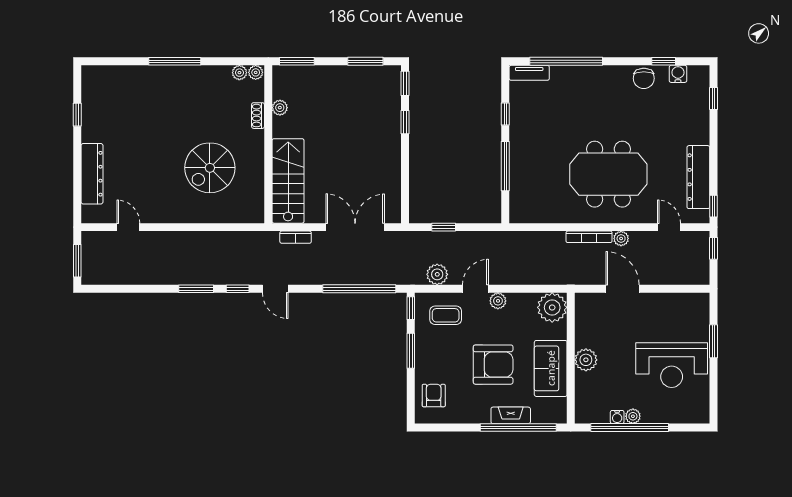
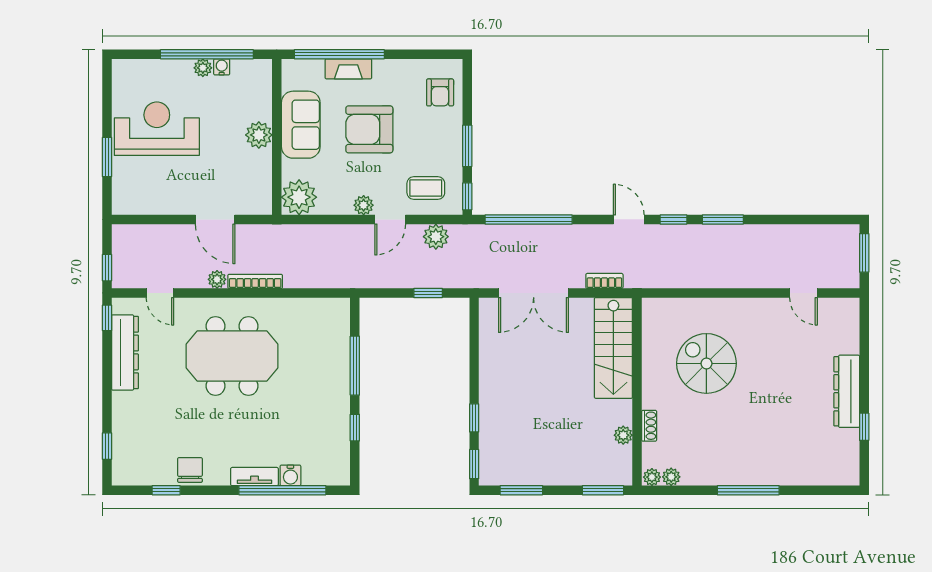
tv unit: (529, 73) -> (254, 477), moved
water cooler: (678, 74) -> (290, 475), moved
spiral stairs: (210, 168) -> (706, 363), turned -90
dresser: (92, 174) -> (847, 391), moved

